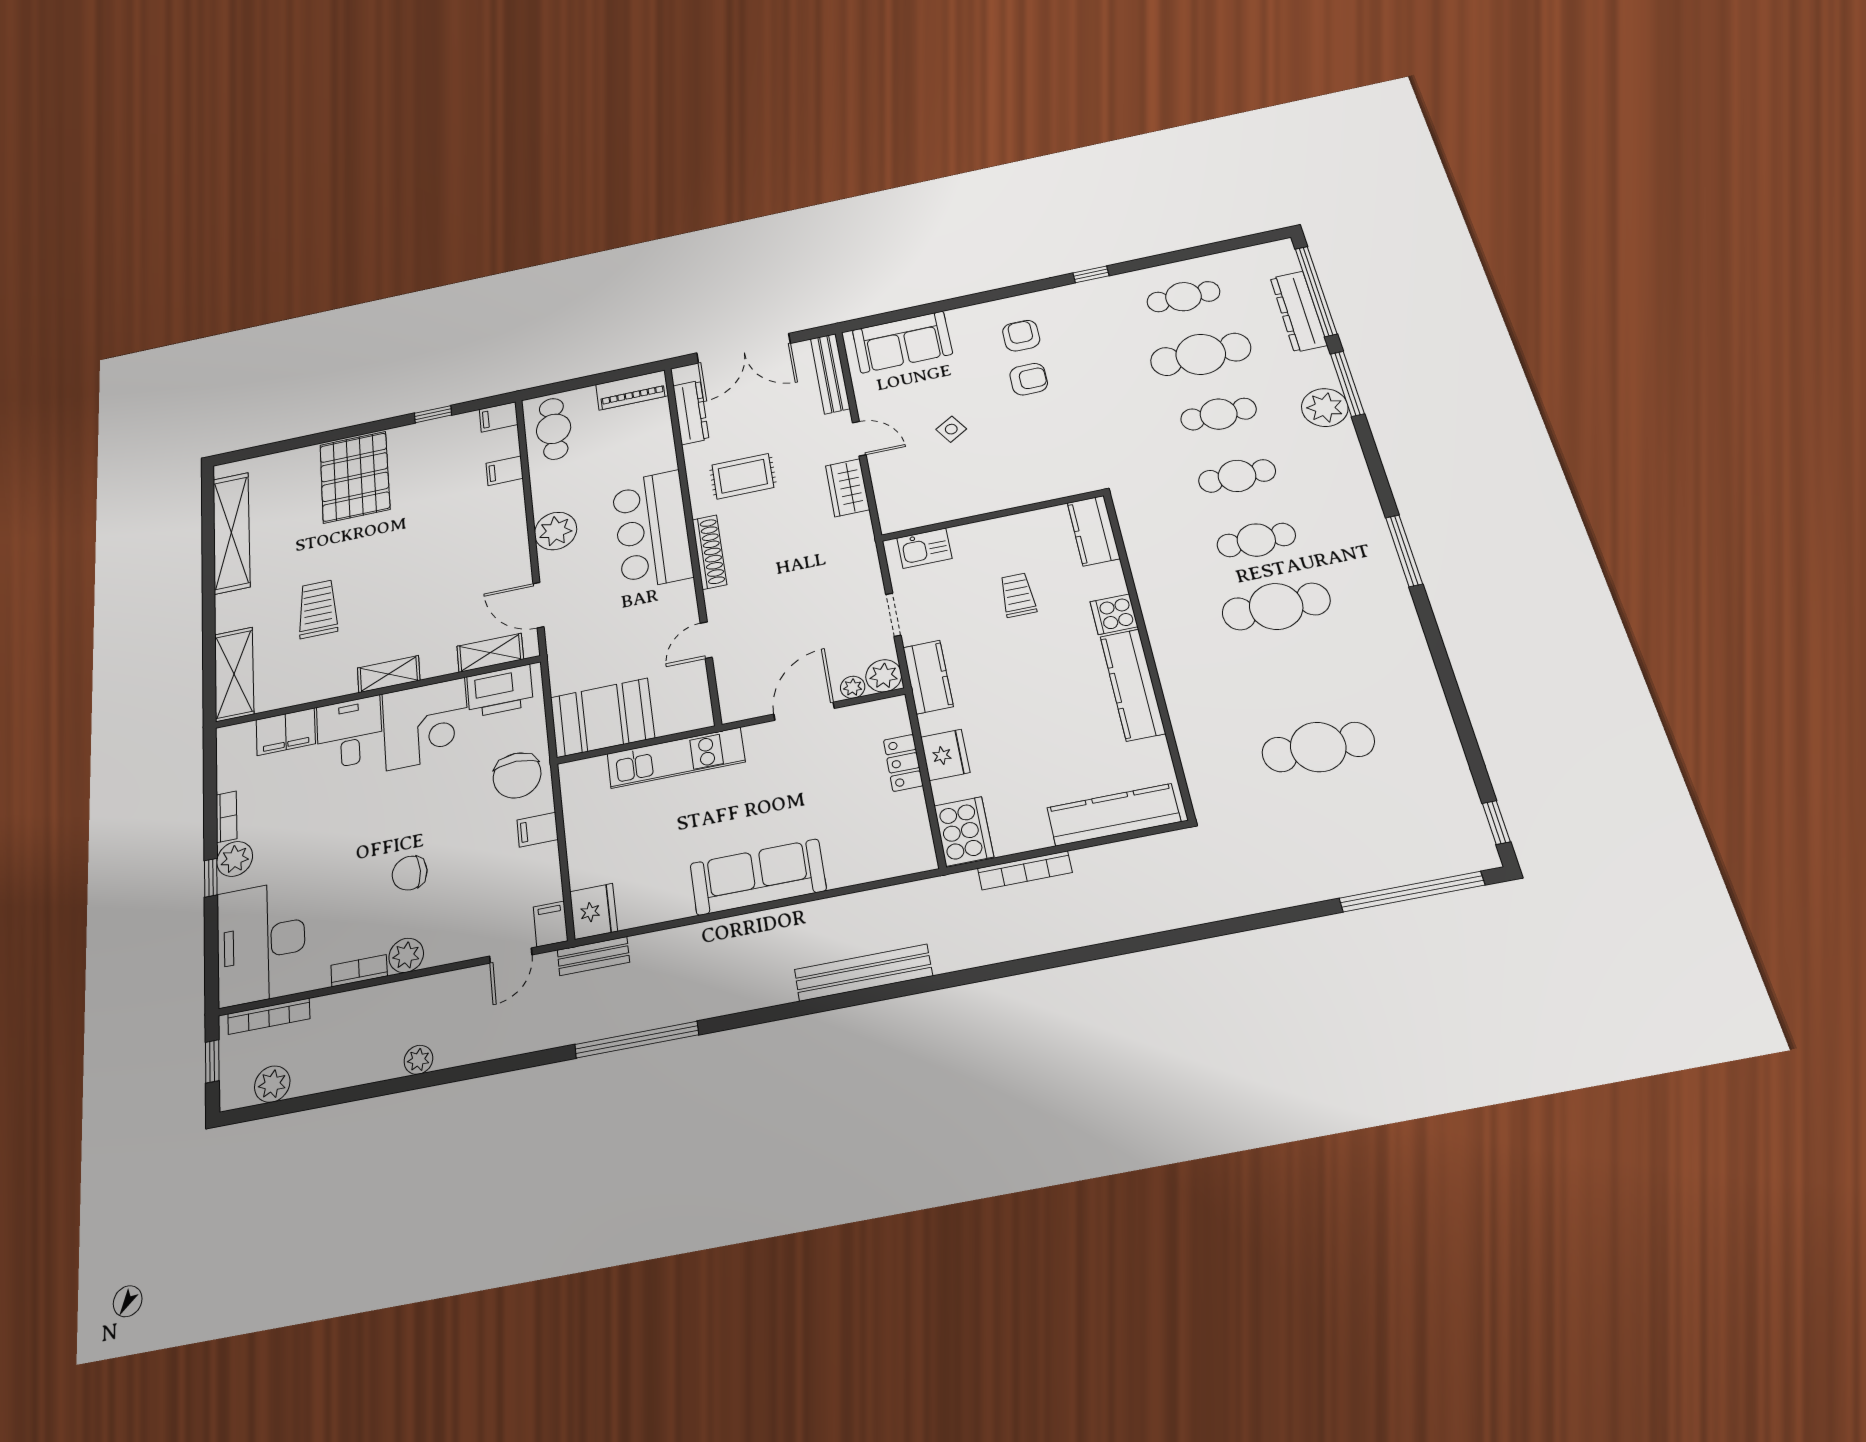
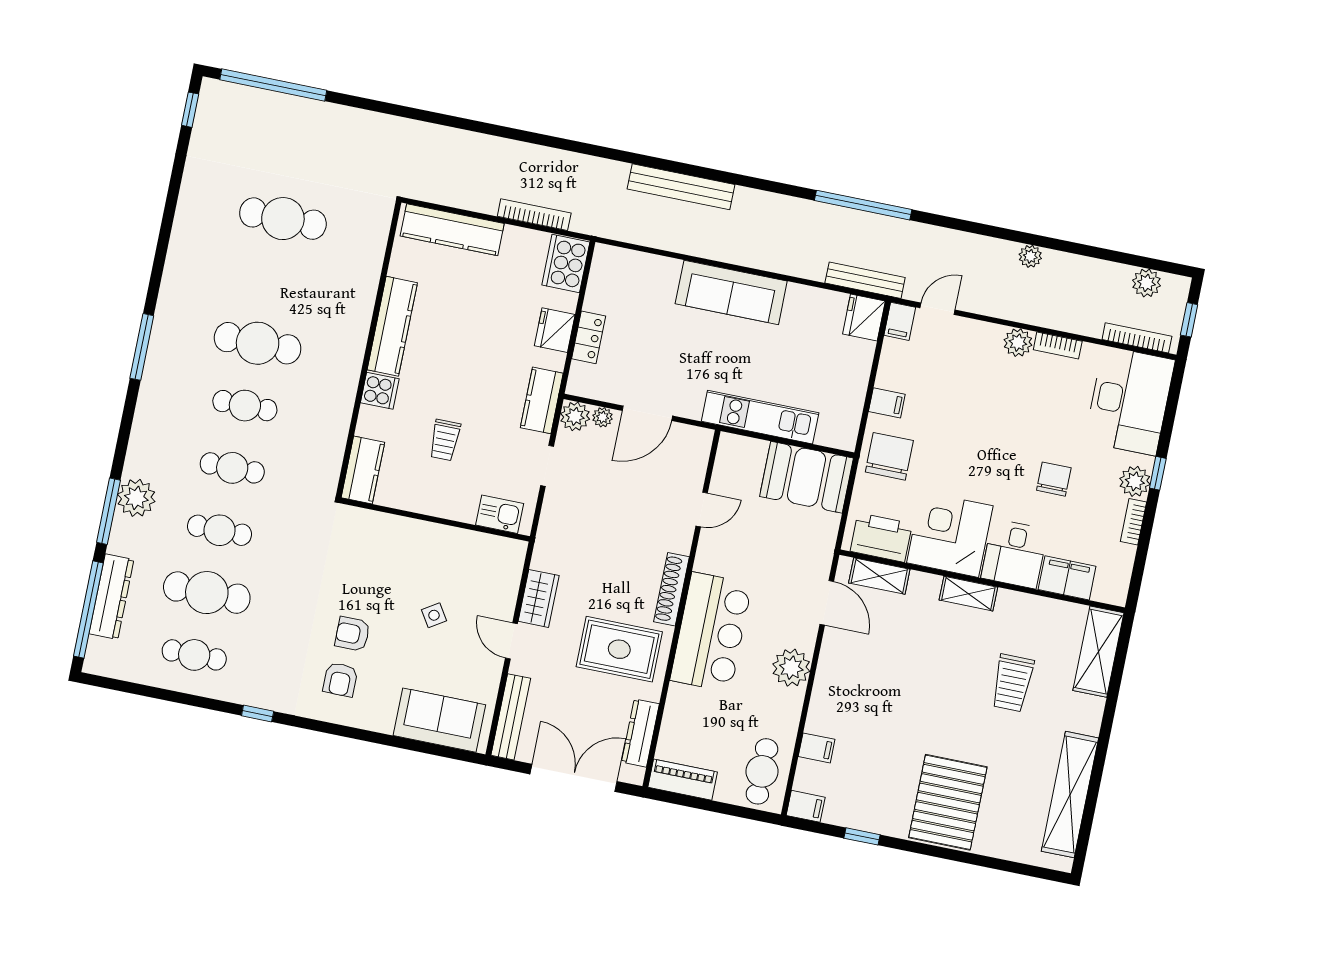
rug: (743, 476) -> (619, 649), width x1.36, depth x1.43
chair: (410, 873) -> (1054, 479), moved, turned -90
bench: (593, 956) -> (865, 280), width x1.36

